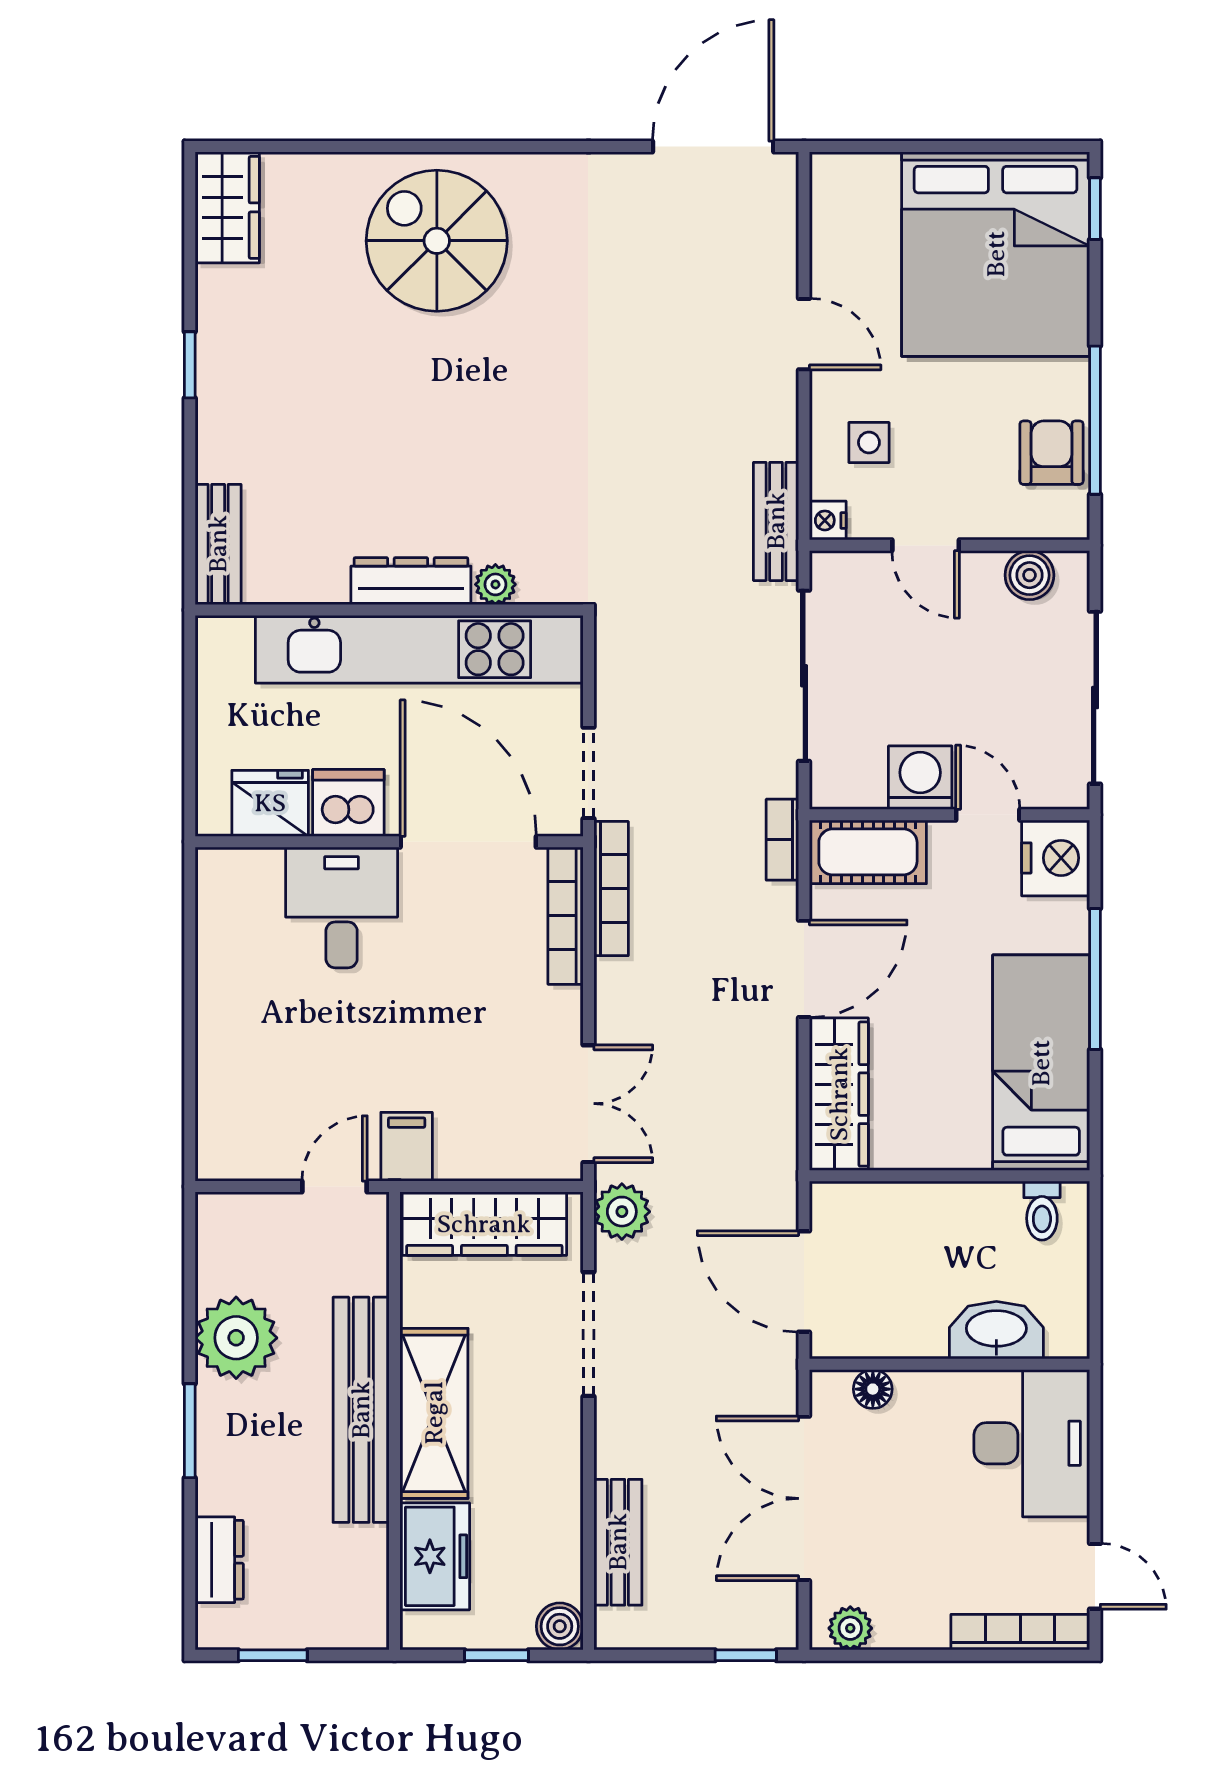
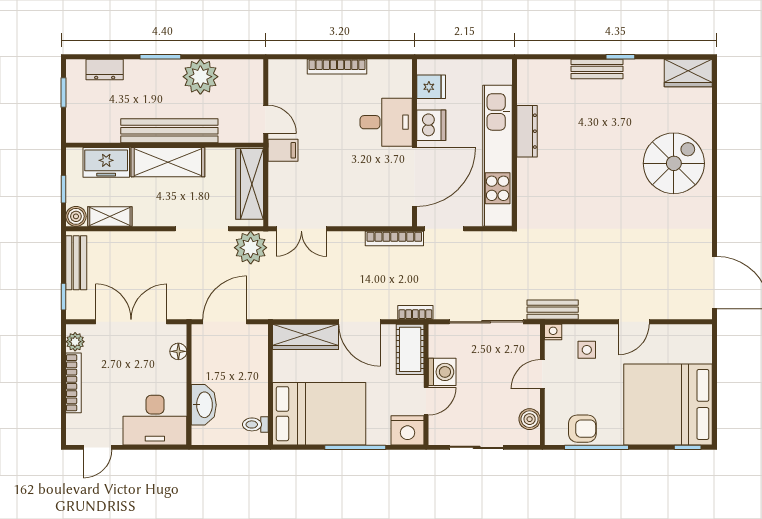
bench: (218, 544) -> (597, 69), moved
dresser: (411, 581) -> (527, 131), moved
plant: (495, 584) -> (526, 189), removed
sliding door: (1095, 698) -> (477, 447), width x0.73
fridge: (270, 803) -> (431, 87), width x0.72
bookcase: (566, 916) -> (337, 67), moved, turned 180
bed: (1041, 1063) -> (319, 414), width x1.50
plant: (622, 1212) -> (251, 248), width x1.36, depth x1.36
bench: (618, 1542) -> (76, 263), moved, turned 90
shelving: (560, 1548) -> (110, 217), added
bookcase: (1020, 1632) -> (73, 383), moved

